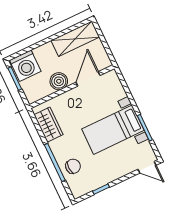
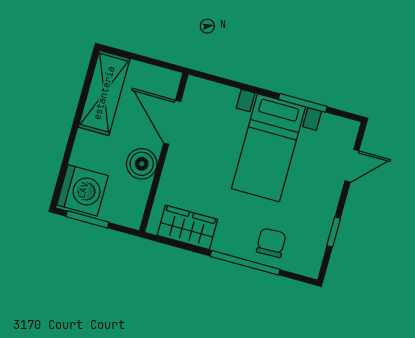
door: (147, 167) -> (352, 166), moved

